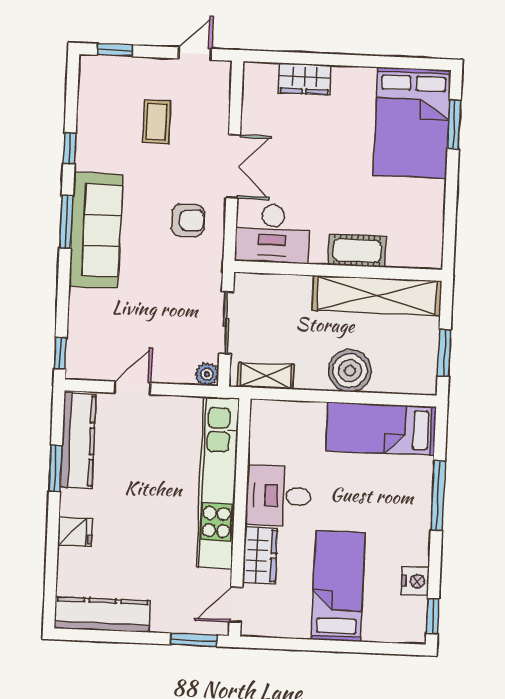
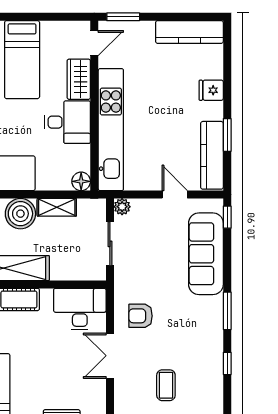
sofa: (96, 230) -> (206, 254), moved
shelving: (266, 376) -> (57, 207), moved
door: (133, 388) -> (175, 195), swing flipped
floor lamp: (263, 412) -> (81, 181), added

